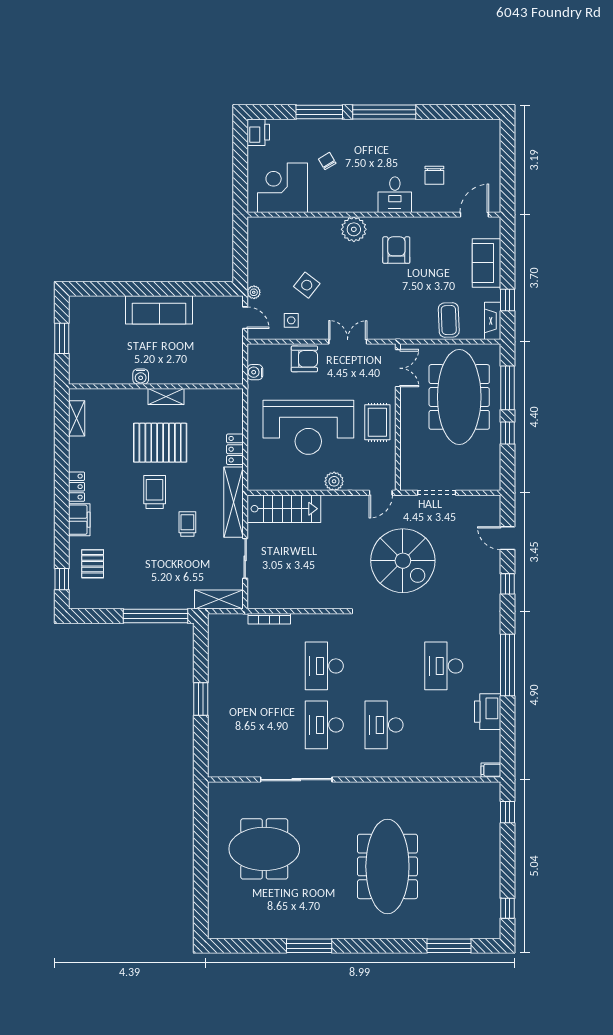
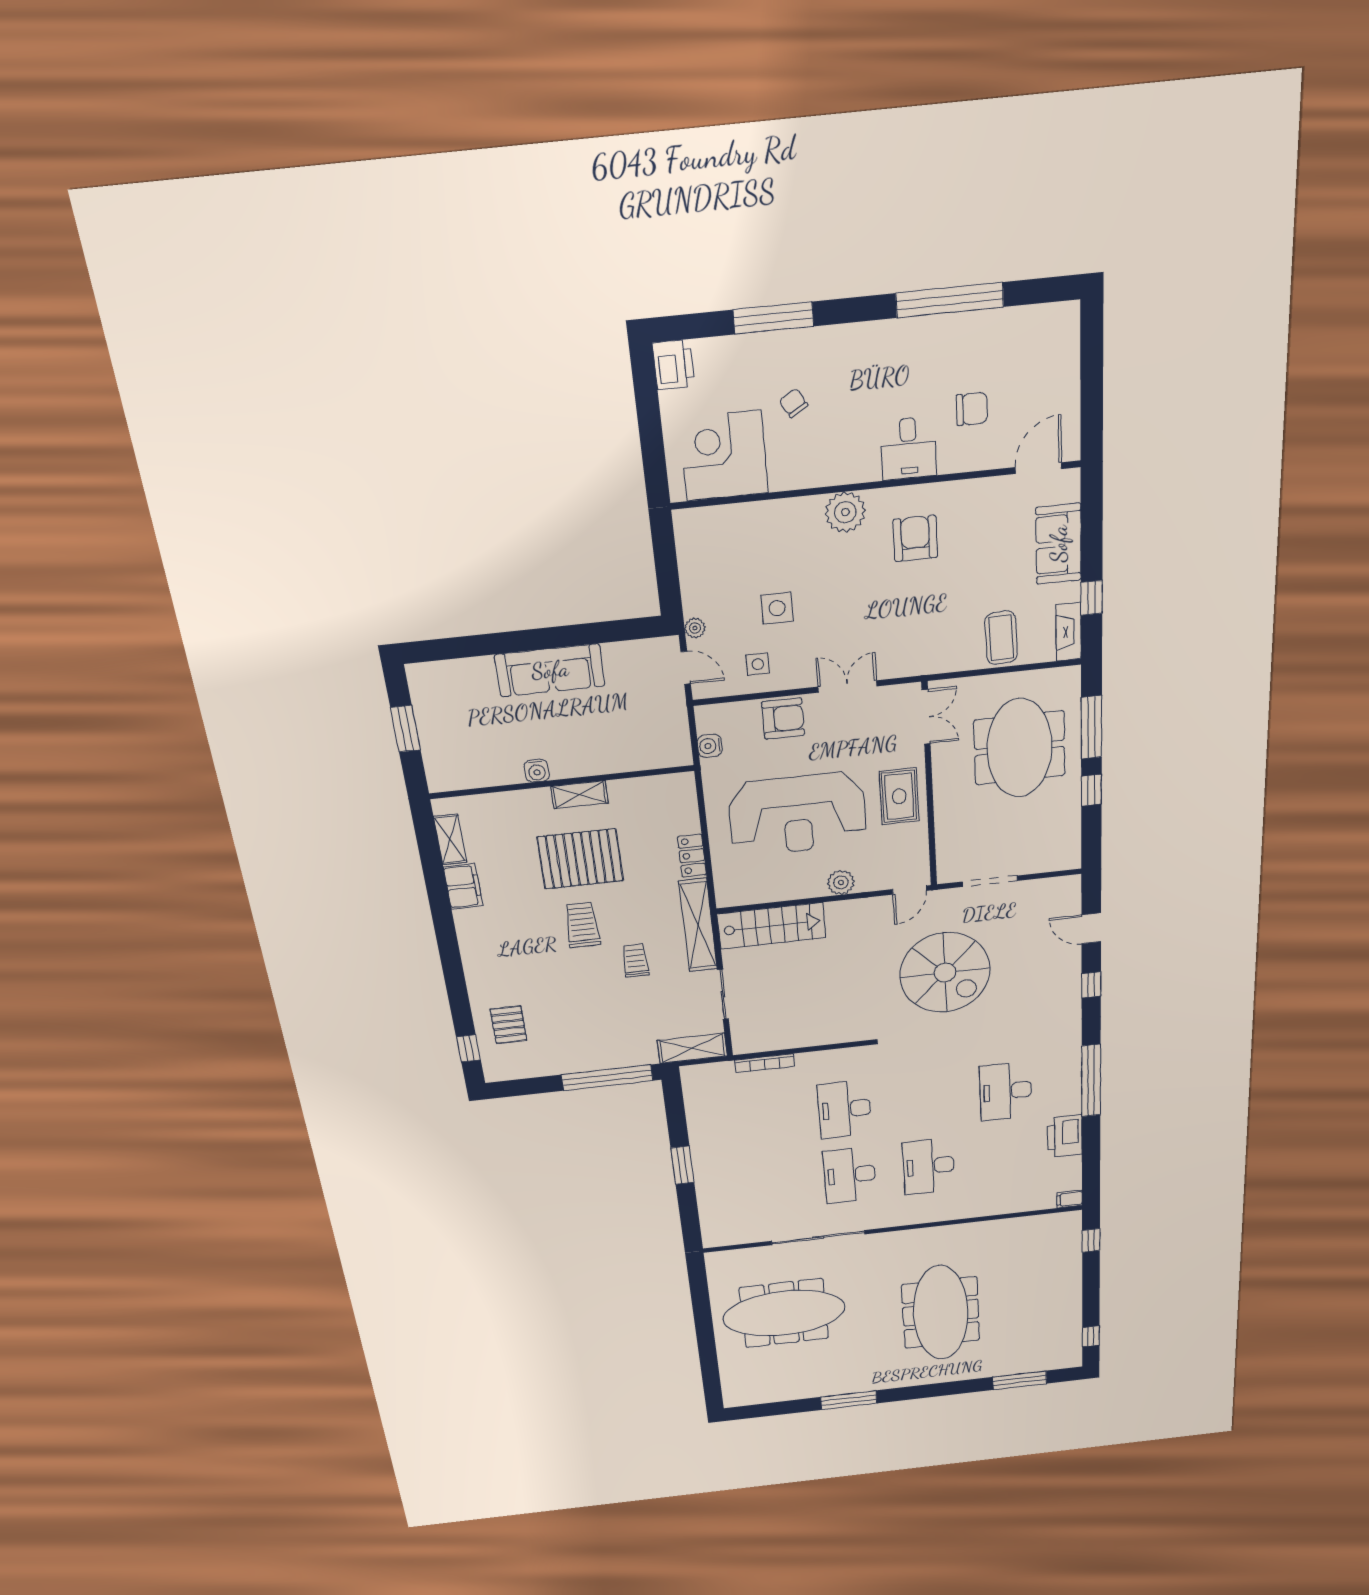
window: (384, 112) -> (950, 300), moved
chair: (434, 175) -> (972, 409), turned -90
side table: (307, 285) -> (777, 608), turned -38
meeting table: (459, 397) -> (1020, 748), width x0.73
locker: (77, 487) -> (467, 930), removed
filing cabinet: (79, 520) -> (463, 886), moved
meeting table: (264, 849) -> (784, 1313), width x1.36

